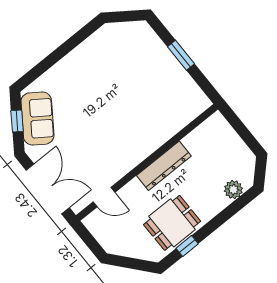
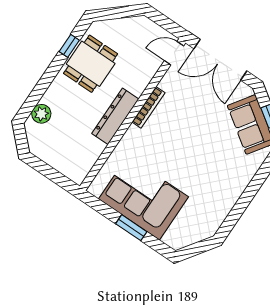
corner sofa: (161, 80) -> (144, 198), added
bookcase: (130, 165) -> (148, 107), added
door: (104, 197) -> (174, 53), moved

